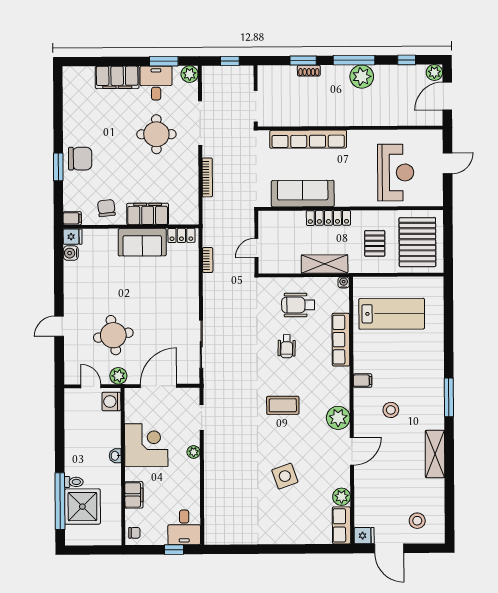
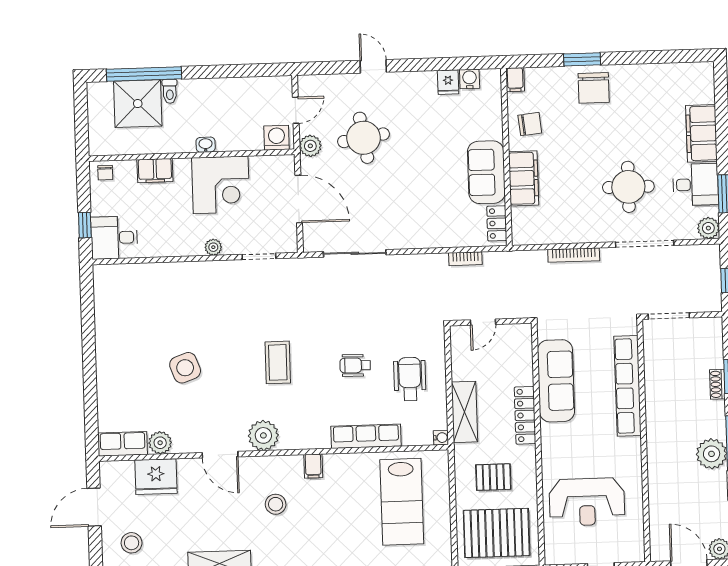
fridge: (73, 237) -> (448, 82), moved
door: (256, 248) -> (483, 322), swing flipped
fridge: (364, 536) -> (156, 477), moved, width x1.88, depth x1.34

